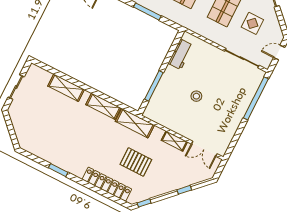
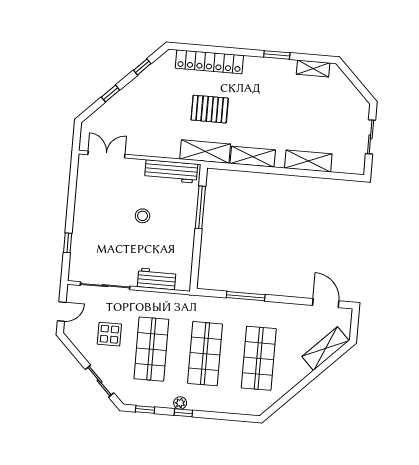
workbench: (181, 54) -> (157, 279), moved, turned 90
window: (256, 98) -> (68, 243), width x0.32
workbench: (164, 119) -> (171, 171), added
shelving: (174, 141) -> (313, 69), moved
pallet: (136, 162) -> (210, 109), moved
window: (144, 203) -> (142, 67), moved

